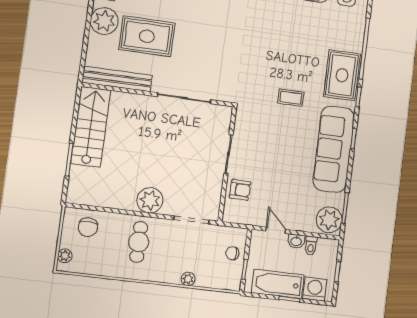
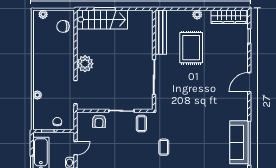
plant: (104, 21) -> (197, 15), width x0.53, depth x0.53
coffee table: (251, 126) -> (141, 124), added
stairs: (91, 127) -> (102, 19), moved
cafe table: (139, 242) -> (57, 60), removed

